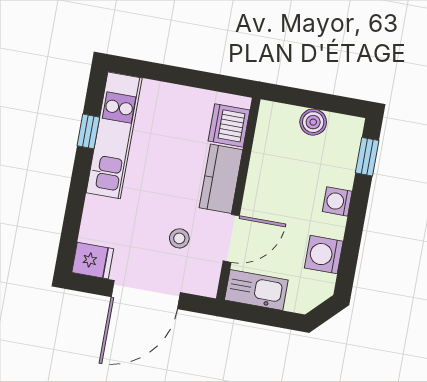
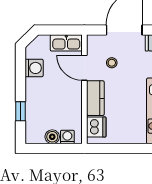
window: (367, 157) -> (21, 111), moved
washing machine: (337, 201) -> (67, 137), moved, turned -90
door: (231, 238) -> (84, 68), hinge flipped

